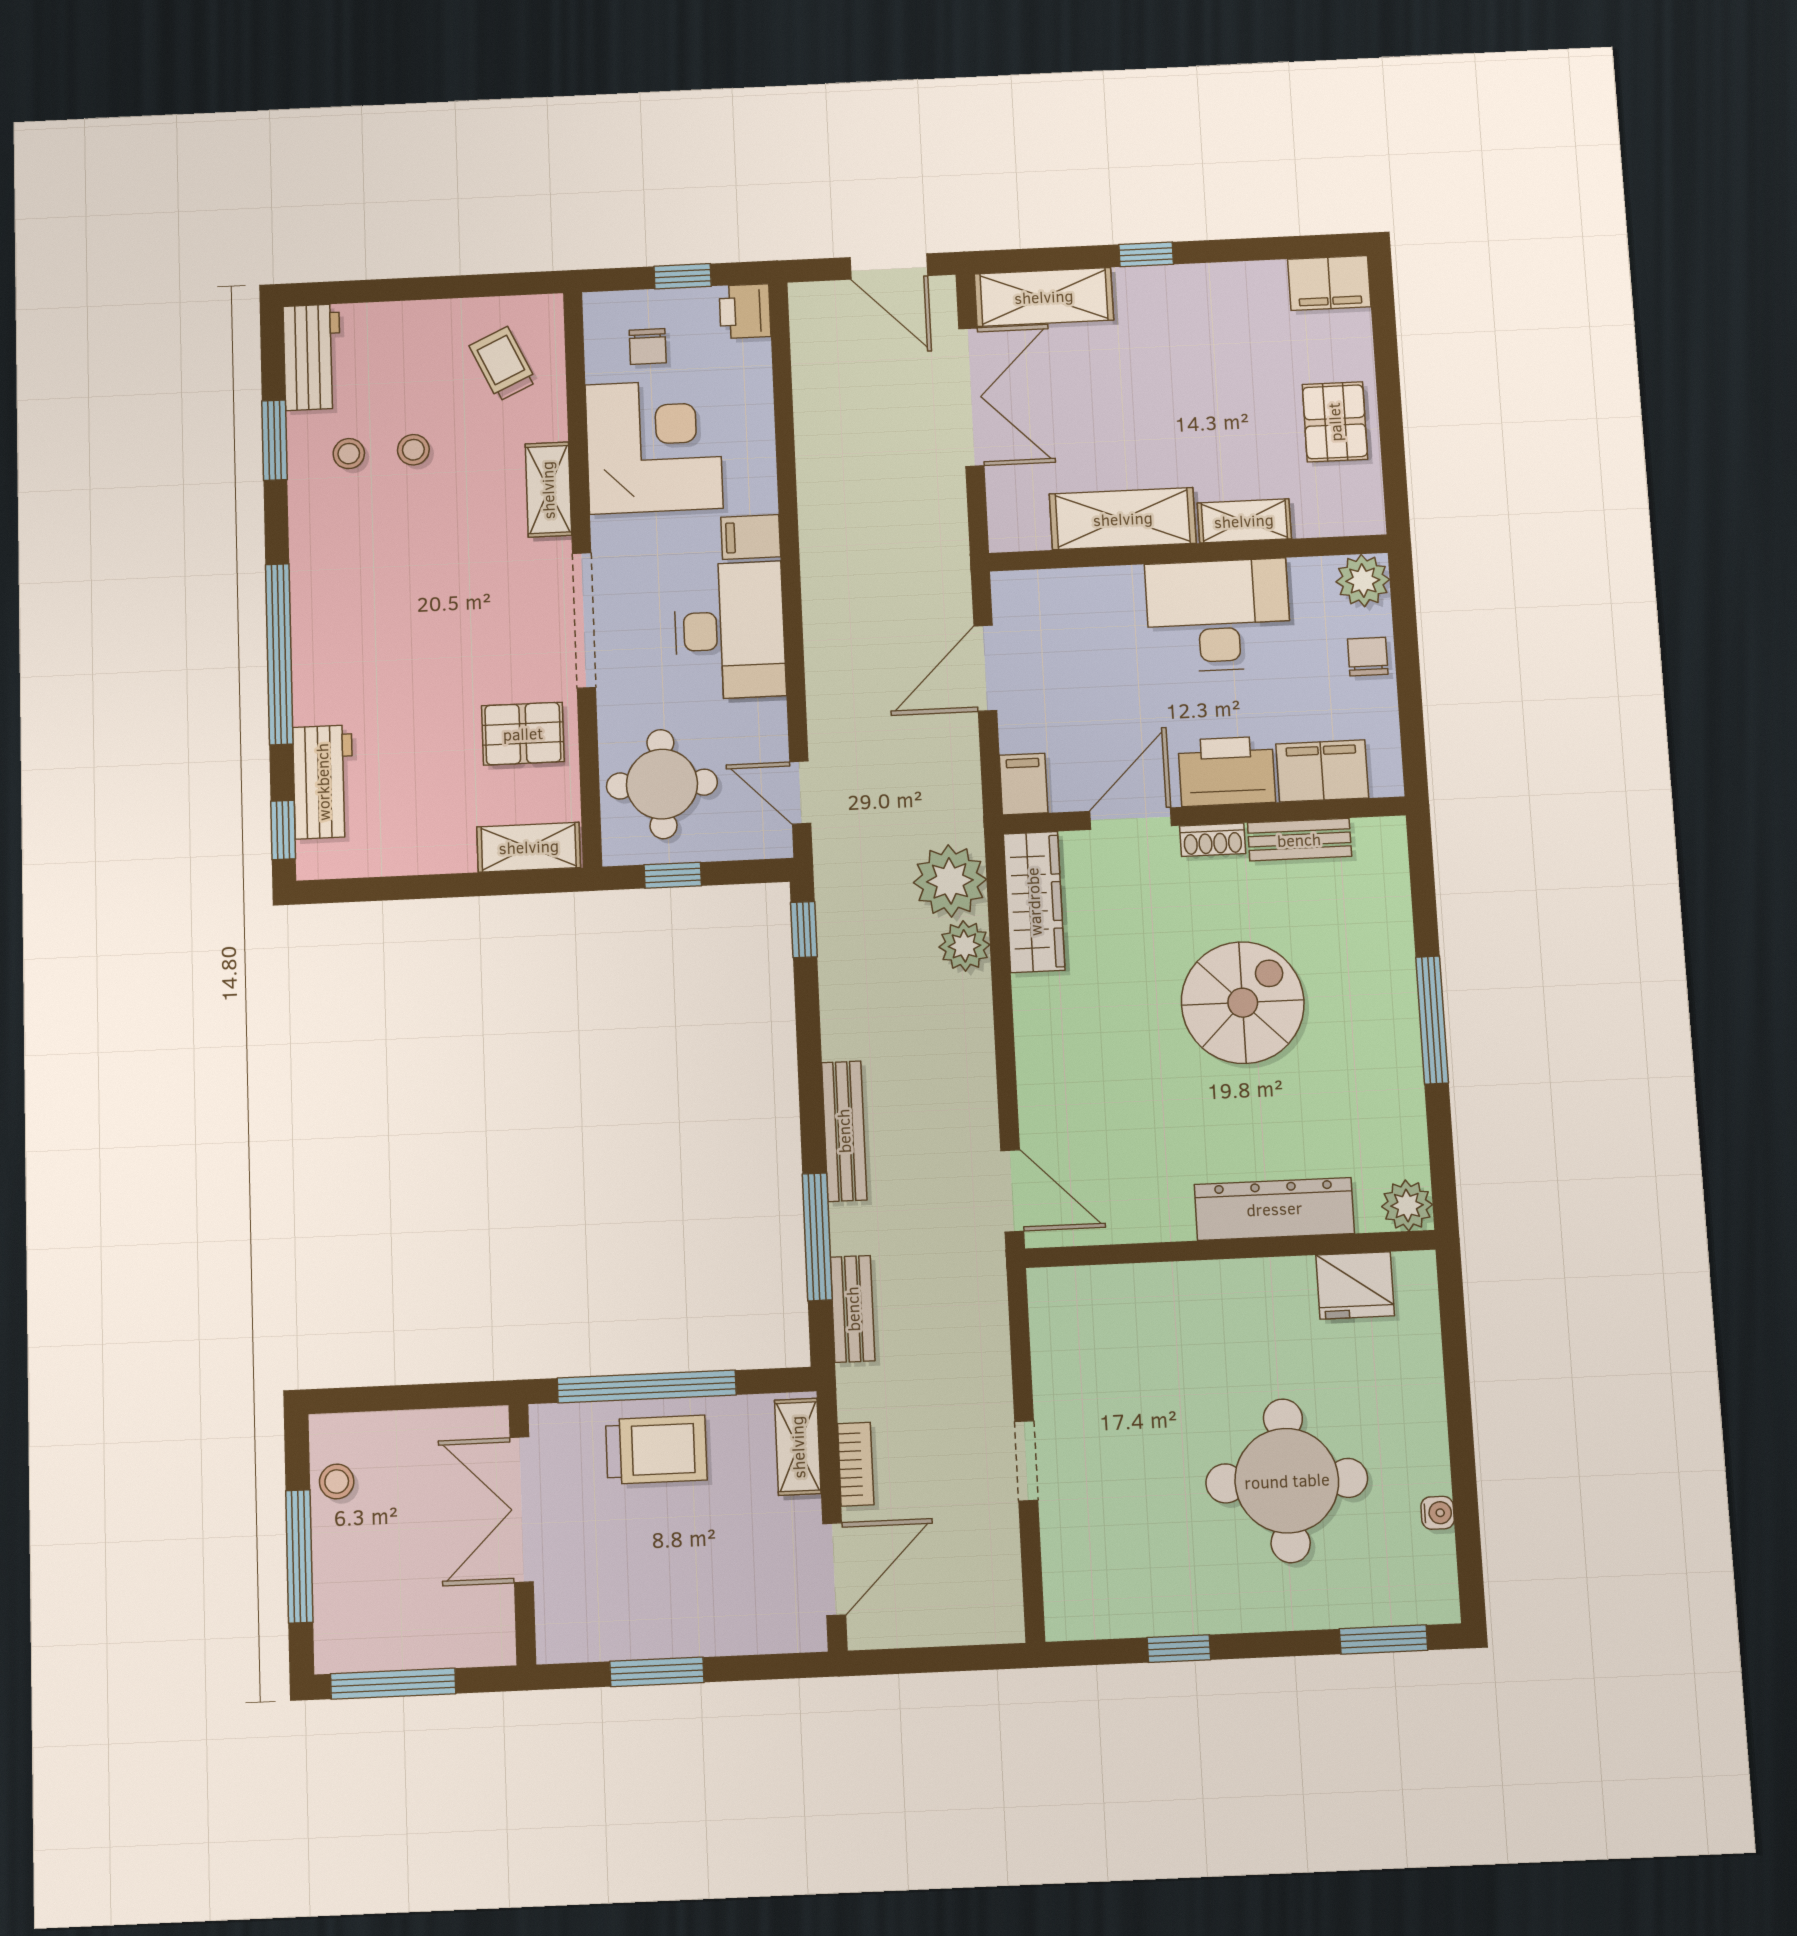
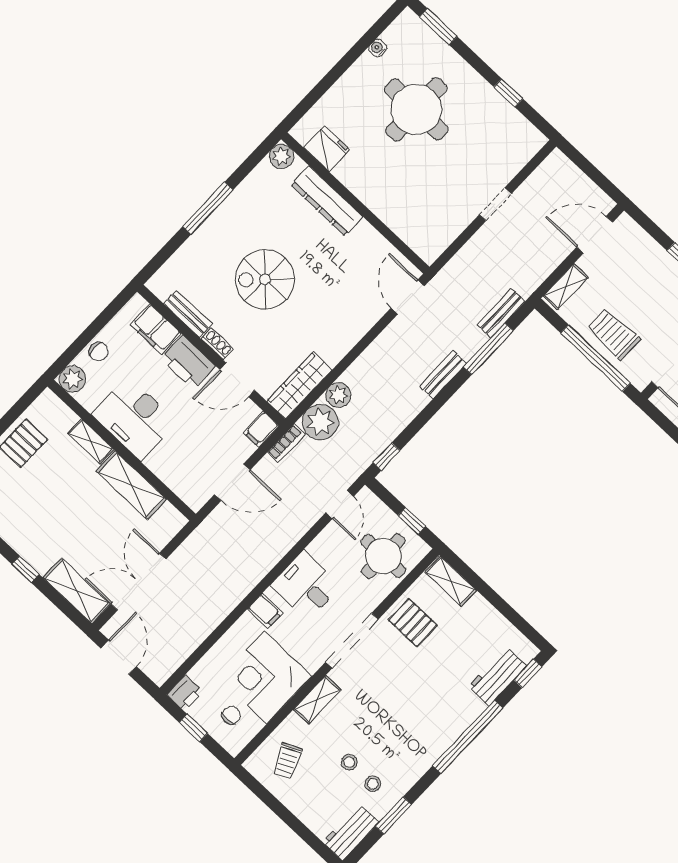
desk: (730, 630) -> (306, 586), width x0.73
chair: (1368, 657) -> (99, 351), turned -90
bench: (844, 1131) -> (443, 375), width x0.73
bookcase: (856, 1464) -> (286, 443), moved, turned 180

